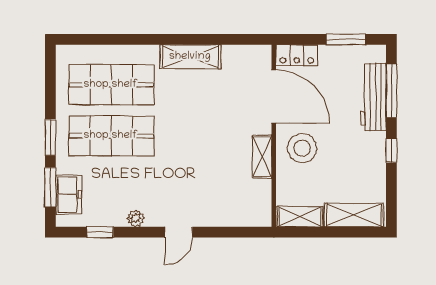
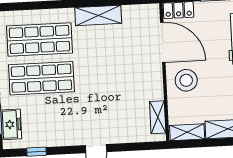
shelving: (262, 157) -> (158, 117), moved
plant: (136, 218) -> (63, 140), removed

